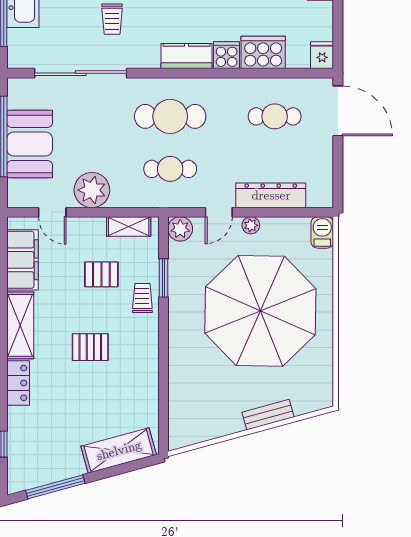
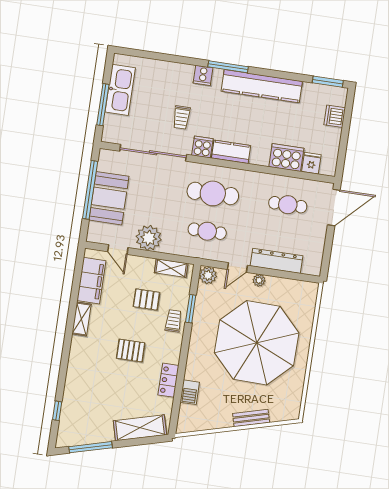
cooker: (227, 55) -> (202, 147), moved
fridge: (322, 55) -> (311, 163), moved
door: (338, 111) -> (334, 208), hinge flipped
barbecue: (322, 232) -> (190, 392), moved, turned 180
shelving: (20, 325) -> (81, 319), width x0.67, depth x0.75
locker: (18, 383) -> (168, 380), moved, turned 180

